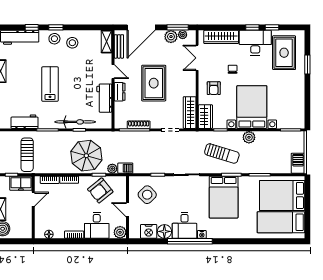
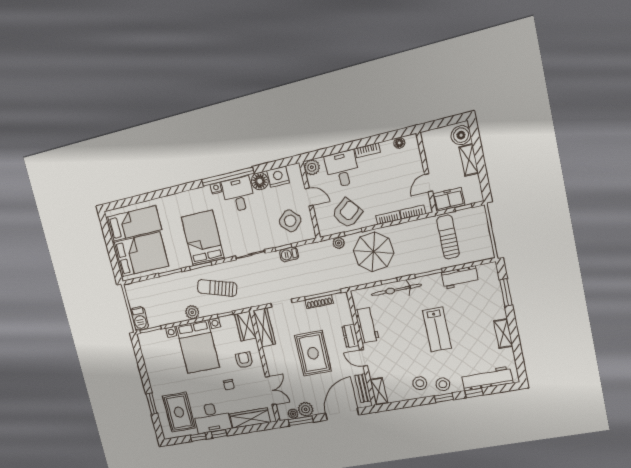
barbecue: (298, 163) -> (139, 319), moved
barbecue: (125, 168) -> (289, 254), moved

